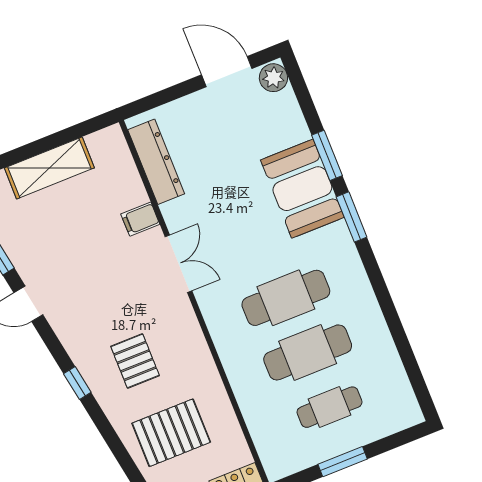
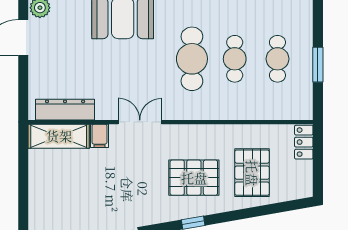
shelving: (49, 168) -> (59, 136), moved, turned 90
cafe table: (308, 352) -> (235, 59), width x0.73, depth x0.74
pallet: (135, 361) -> (194, 178), width x1.50, depth x1.42

